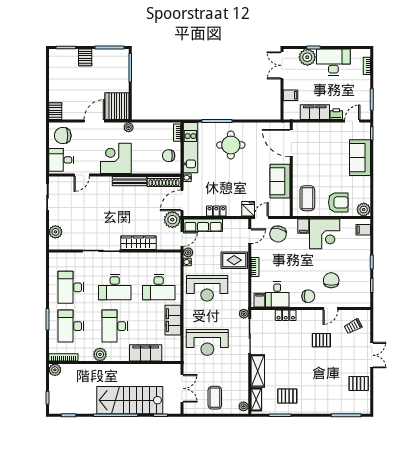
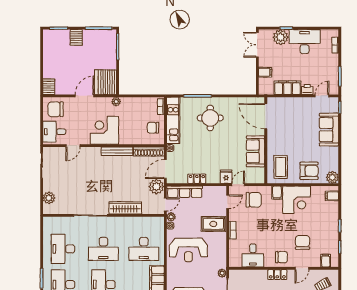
chair: (278, 234) -> (254, 200), turned -103
filing cabinet: (259, 300) -> (326, 261), moved
locker: (286, 315) -> (277, 275), moved

